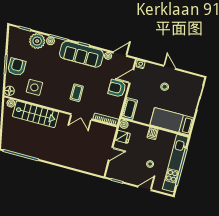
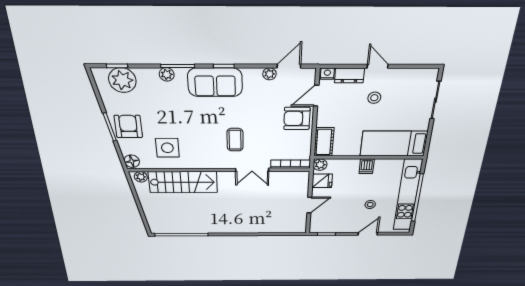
plant: (37, 41) -> (122, 80), moved
sofa: (81, 54) -> (215, 82), width x0.73
dresser: (153, 69) -> (349, 75), added

